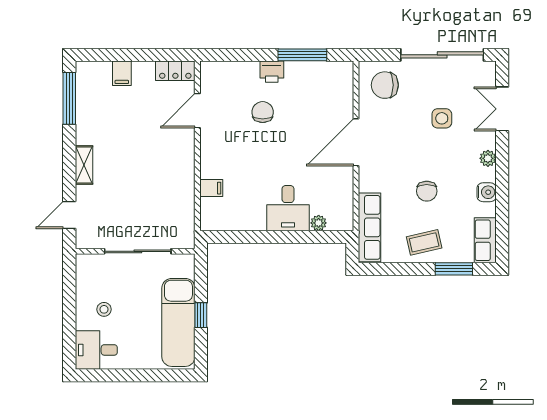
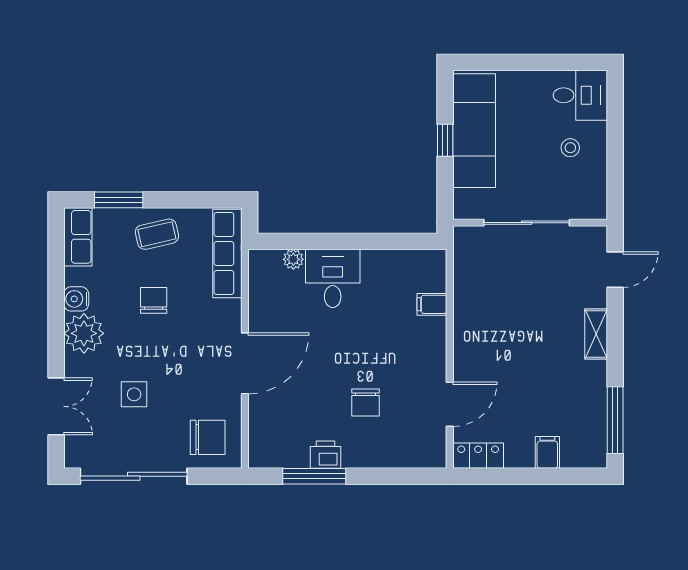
printer: (272, 72) -> (325, 455), moved
plant: (488, 158) -> (84, 333), width x1.87, depth x1.87

